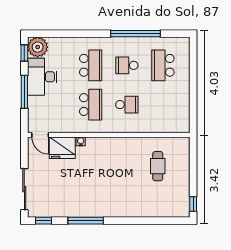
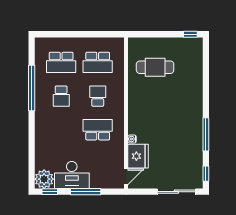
school desk: (91, 65) -> (98, 62), moved, turned 180
cafe table: (158, 166) -> (155, 67), width x1.37, depth x1.35

